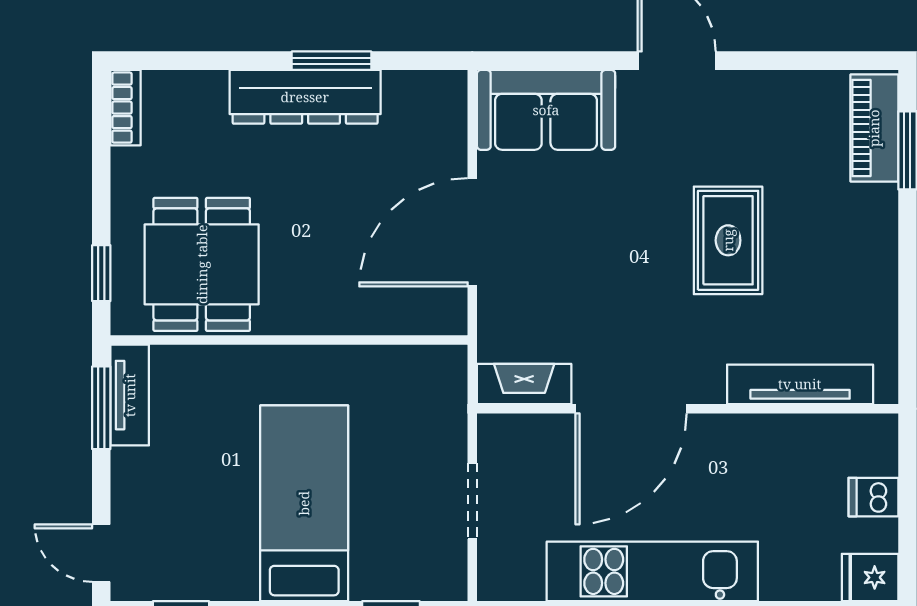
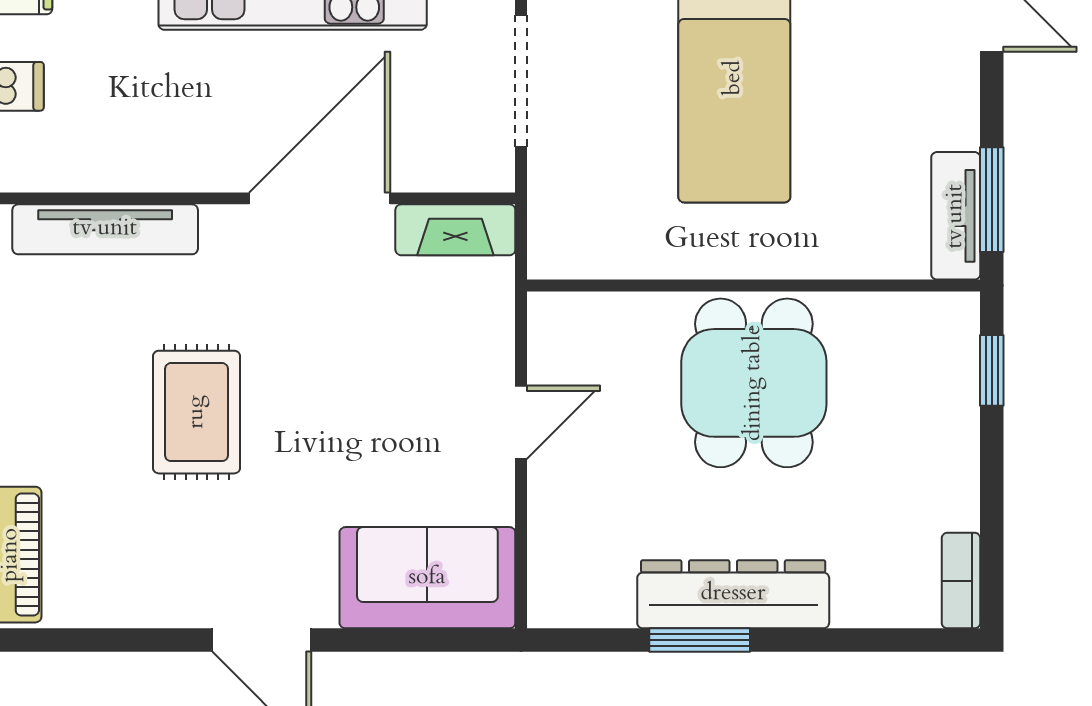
door: (472, 232) -> (521, 422), width x0.53
dining table: (202, 264) -> (754, 383), moved
doorway: (472, 501) -> (521, 81), width x1.38

